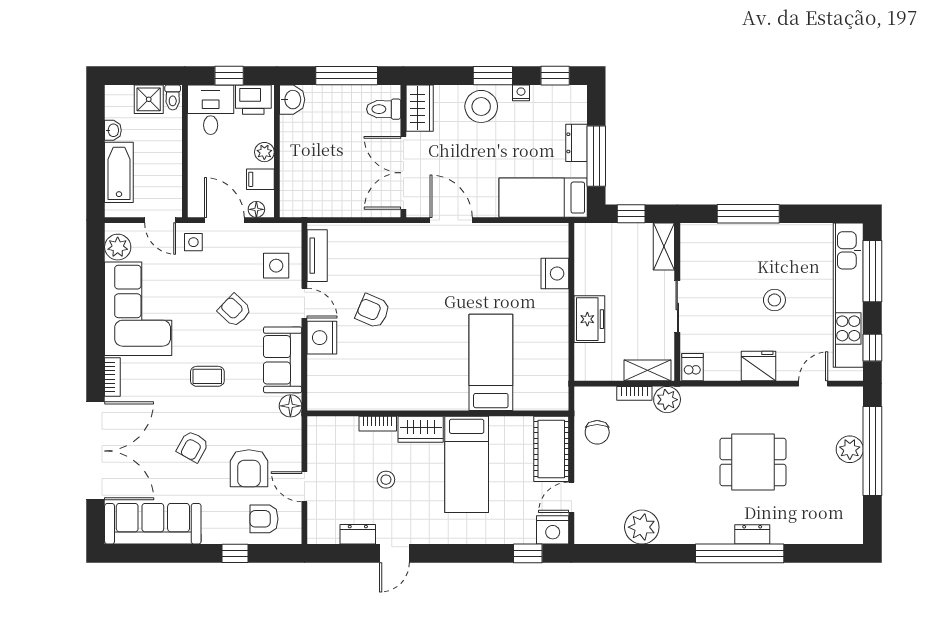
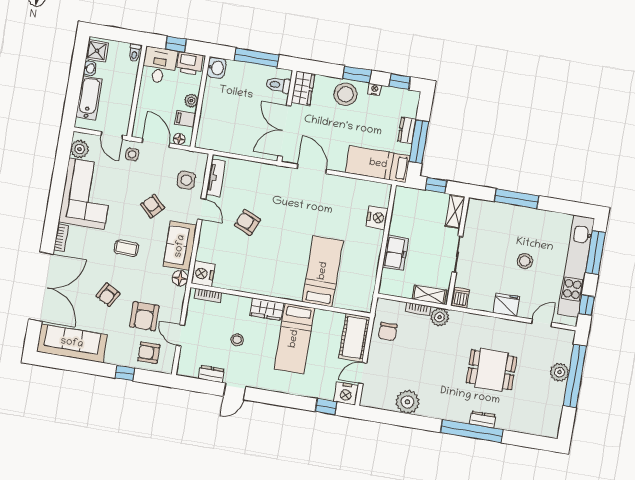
shower: (149, 99) -> (97, 51), moved
nightstand: (322, 338) -> (203, 274), moved
bookcase: (378, 424) -> (208, 295), moved

